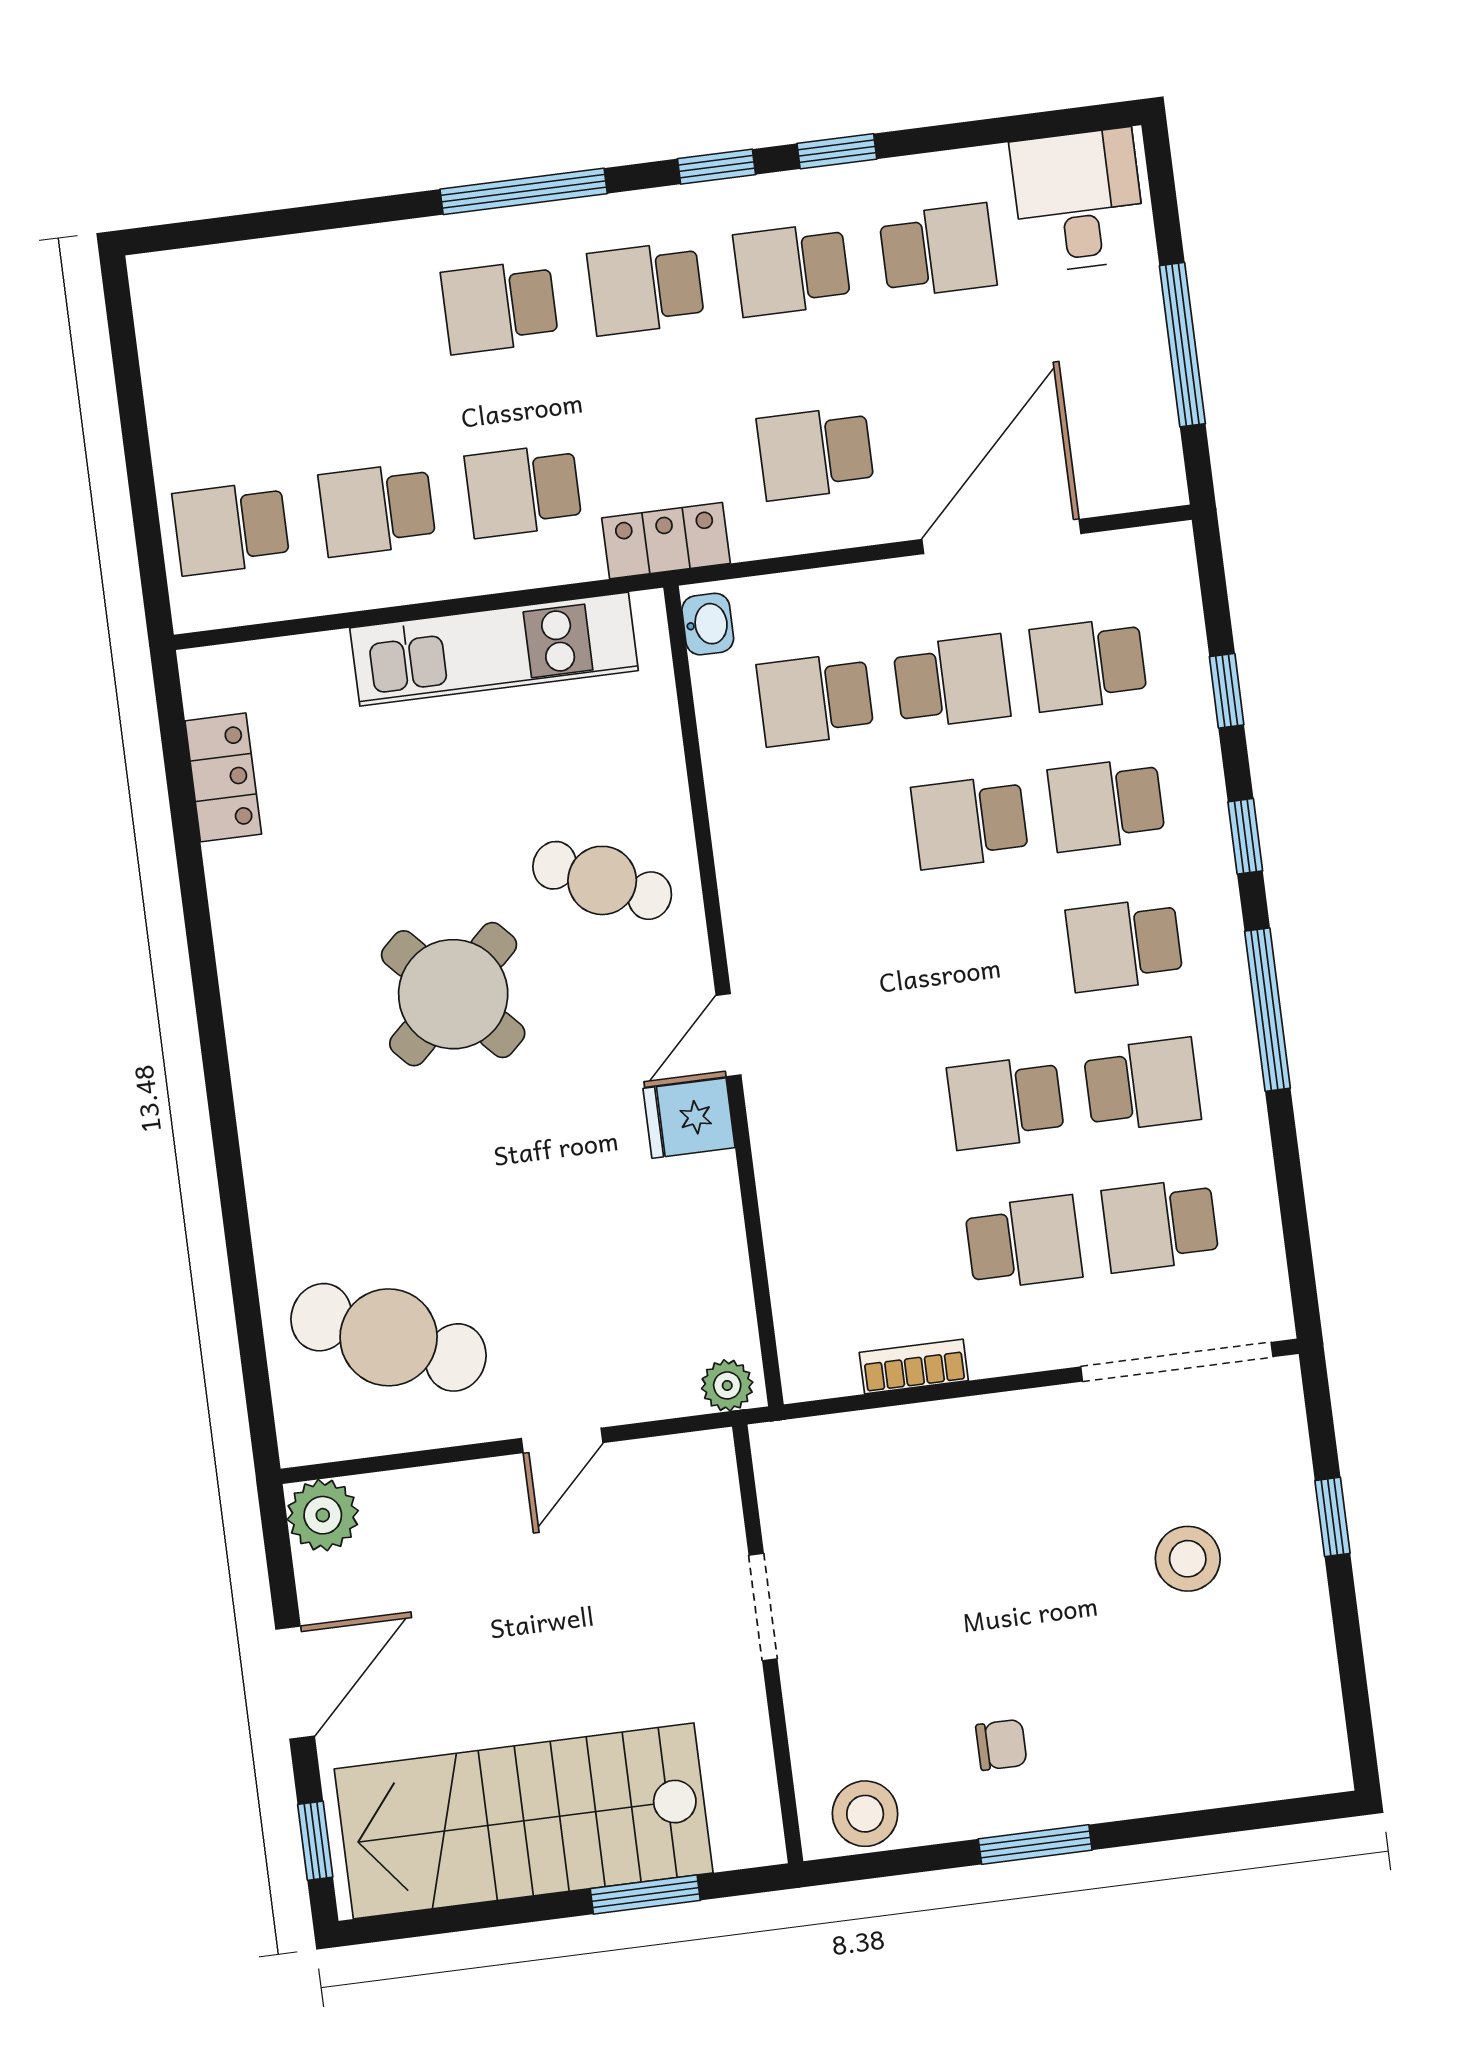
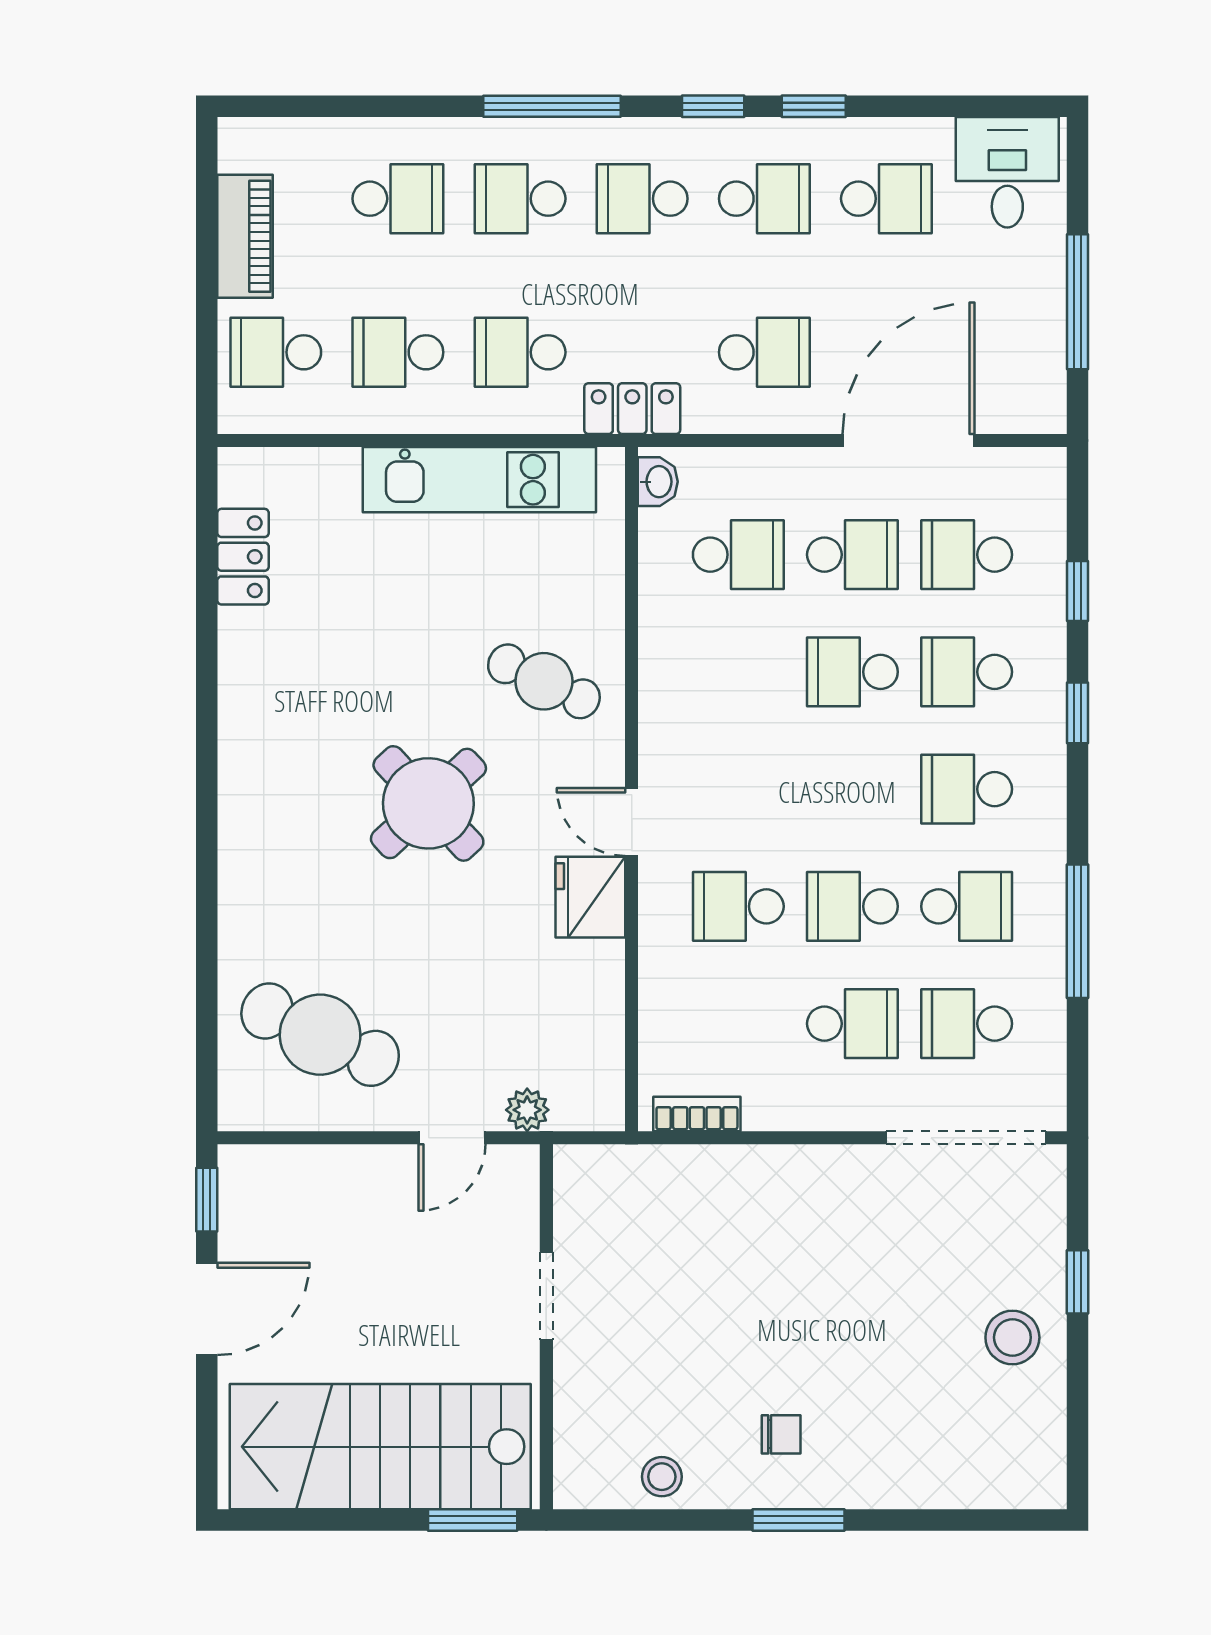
school desk: (792, 269) -> (764, 199), turned 180
school desk: (354, 326) -> (398, 199), added
piano: (176, 394) -> (245, 236), added
school desk: (815, 453) -> (764, 352), turned 180
school desk: (815, 699) -> (738, 555), turned 180
round table: (453, 994) -> (428, 803), moved
window: (1267, 1010) -> (1078, 931), moved
door: (729, 1035) -> (632, 822), hinge flipped
fridge: (689, 1118) -> (590, 897), width x1.38
school desk: (869, 1120) -> (738, 906), added
bookcase: (914, 1367) -> (697, 1114), moved
plant: (727, 1385) -> (527, 1110), moved
plant: (323, 1515) -> (247, 1174), removed
stool: (1188, 1559) -> (1012, 1337), moved
doorway: (763, 1607) -> (546, 1296), moved
wall: (768, 1644) -> (546, 1327), moved
stool: (865, 1814) -> (662, 1477), width x0.73, depth x0.73
window: (315, 1841) -> (207, 1200), moved

